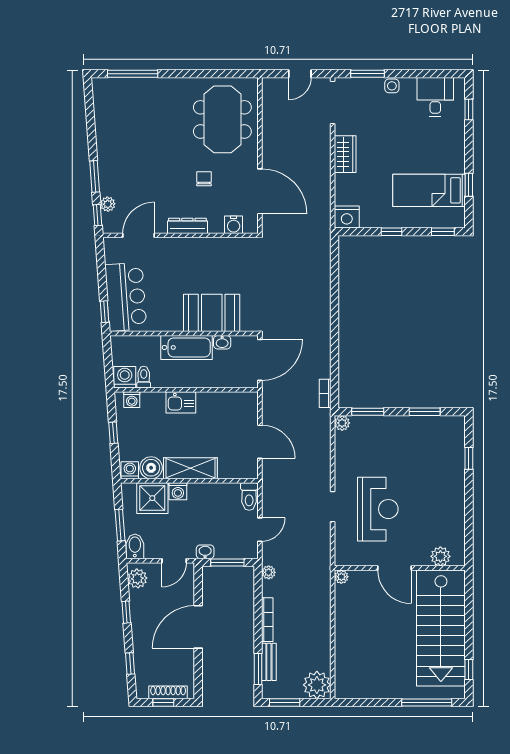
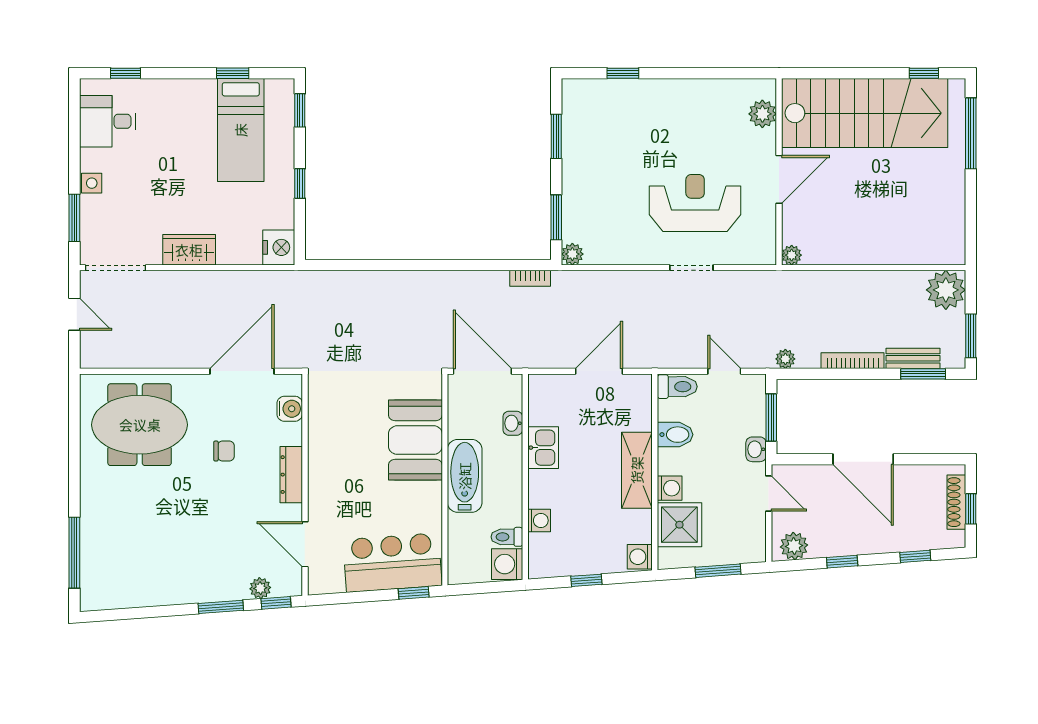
chair: (204, 179) -> (224, 451), turned 180
washbasin: (222, 342) -> (513, 423), moved, turned 180
washing machine: (132, 400) -> (539, 520), moved
kitchen sink: (181, 402) -> (543, 448), moved
boiler: (151, 468) -> (636, 526), removed
bidet: (135, 546) -> (675, 435), moved, turned 180

